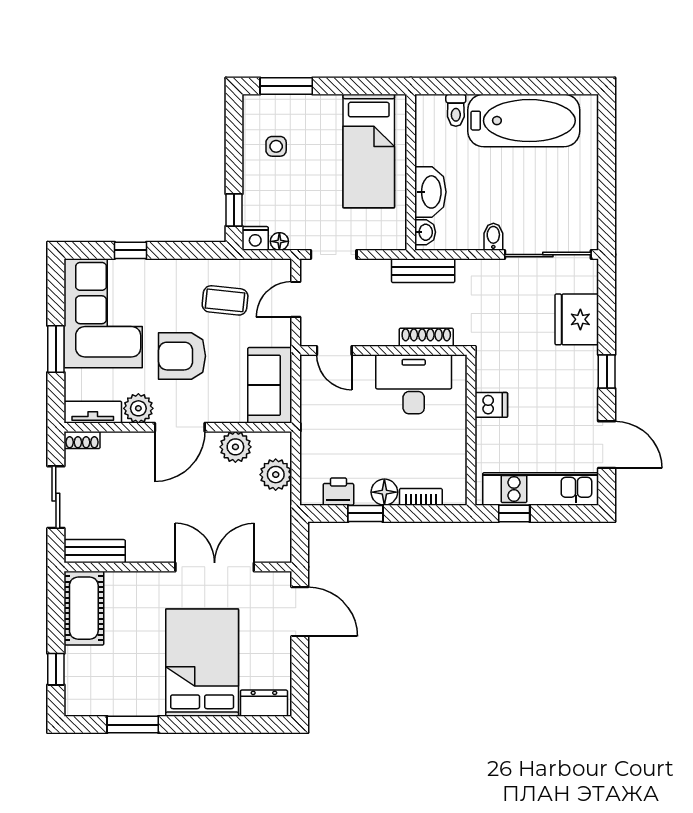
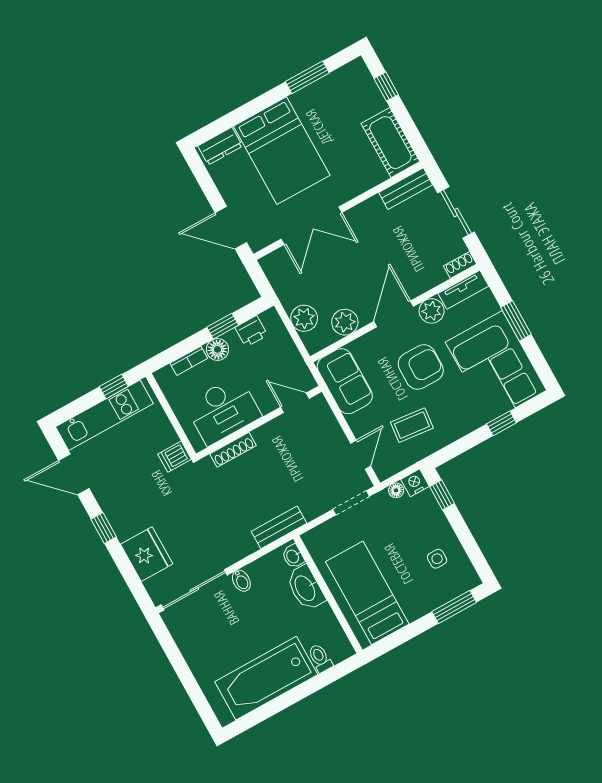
shoe rack: (426, 337) -> (233, 450), moved
door: (334, 350) -> (295, 403), moved
wall: (383, 350) -> (259, 423), moved
desk: (414, 384) -> (223, 410), moved

